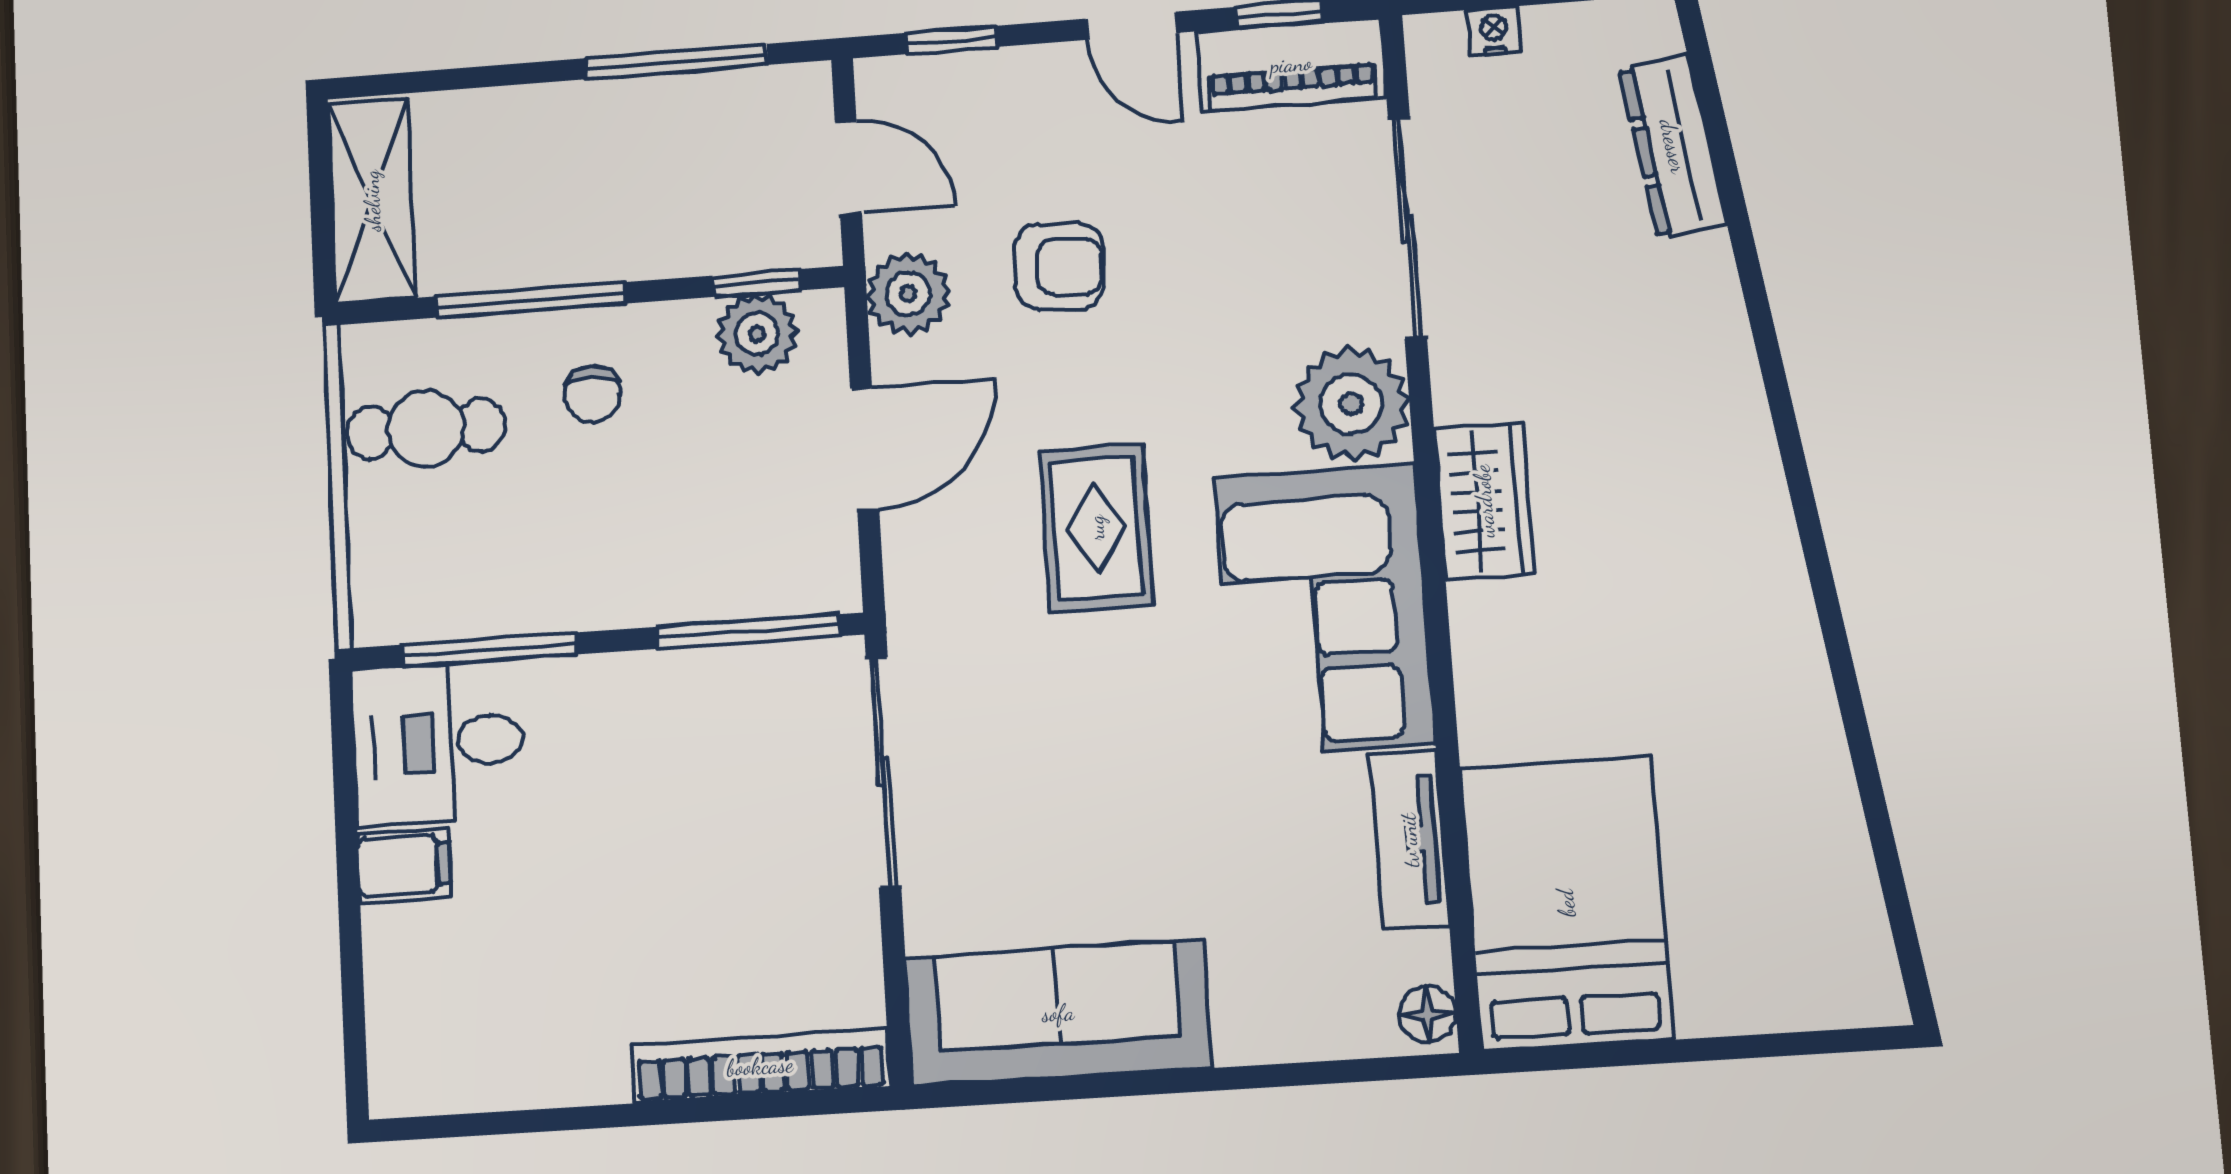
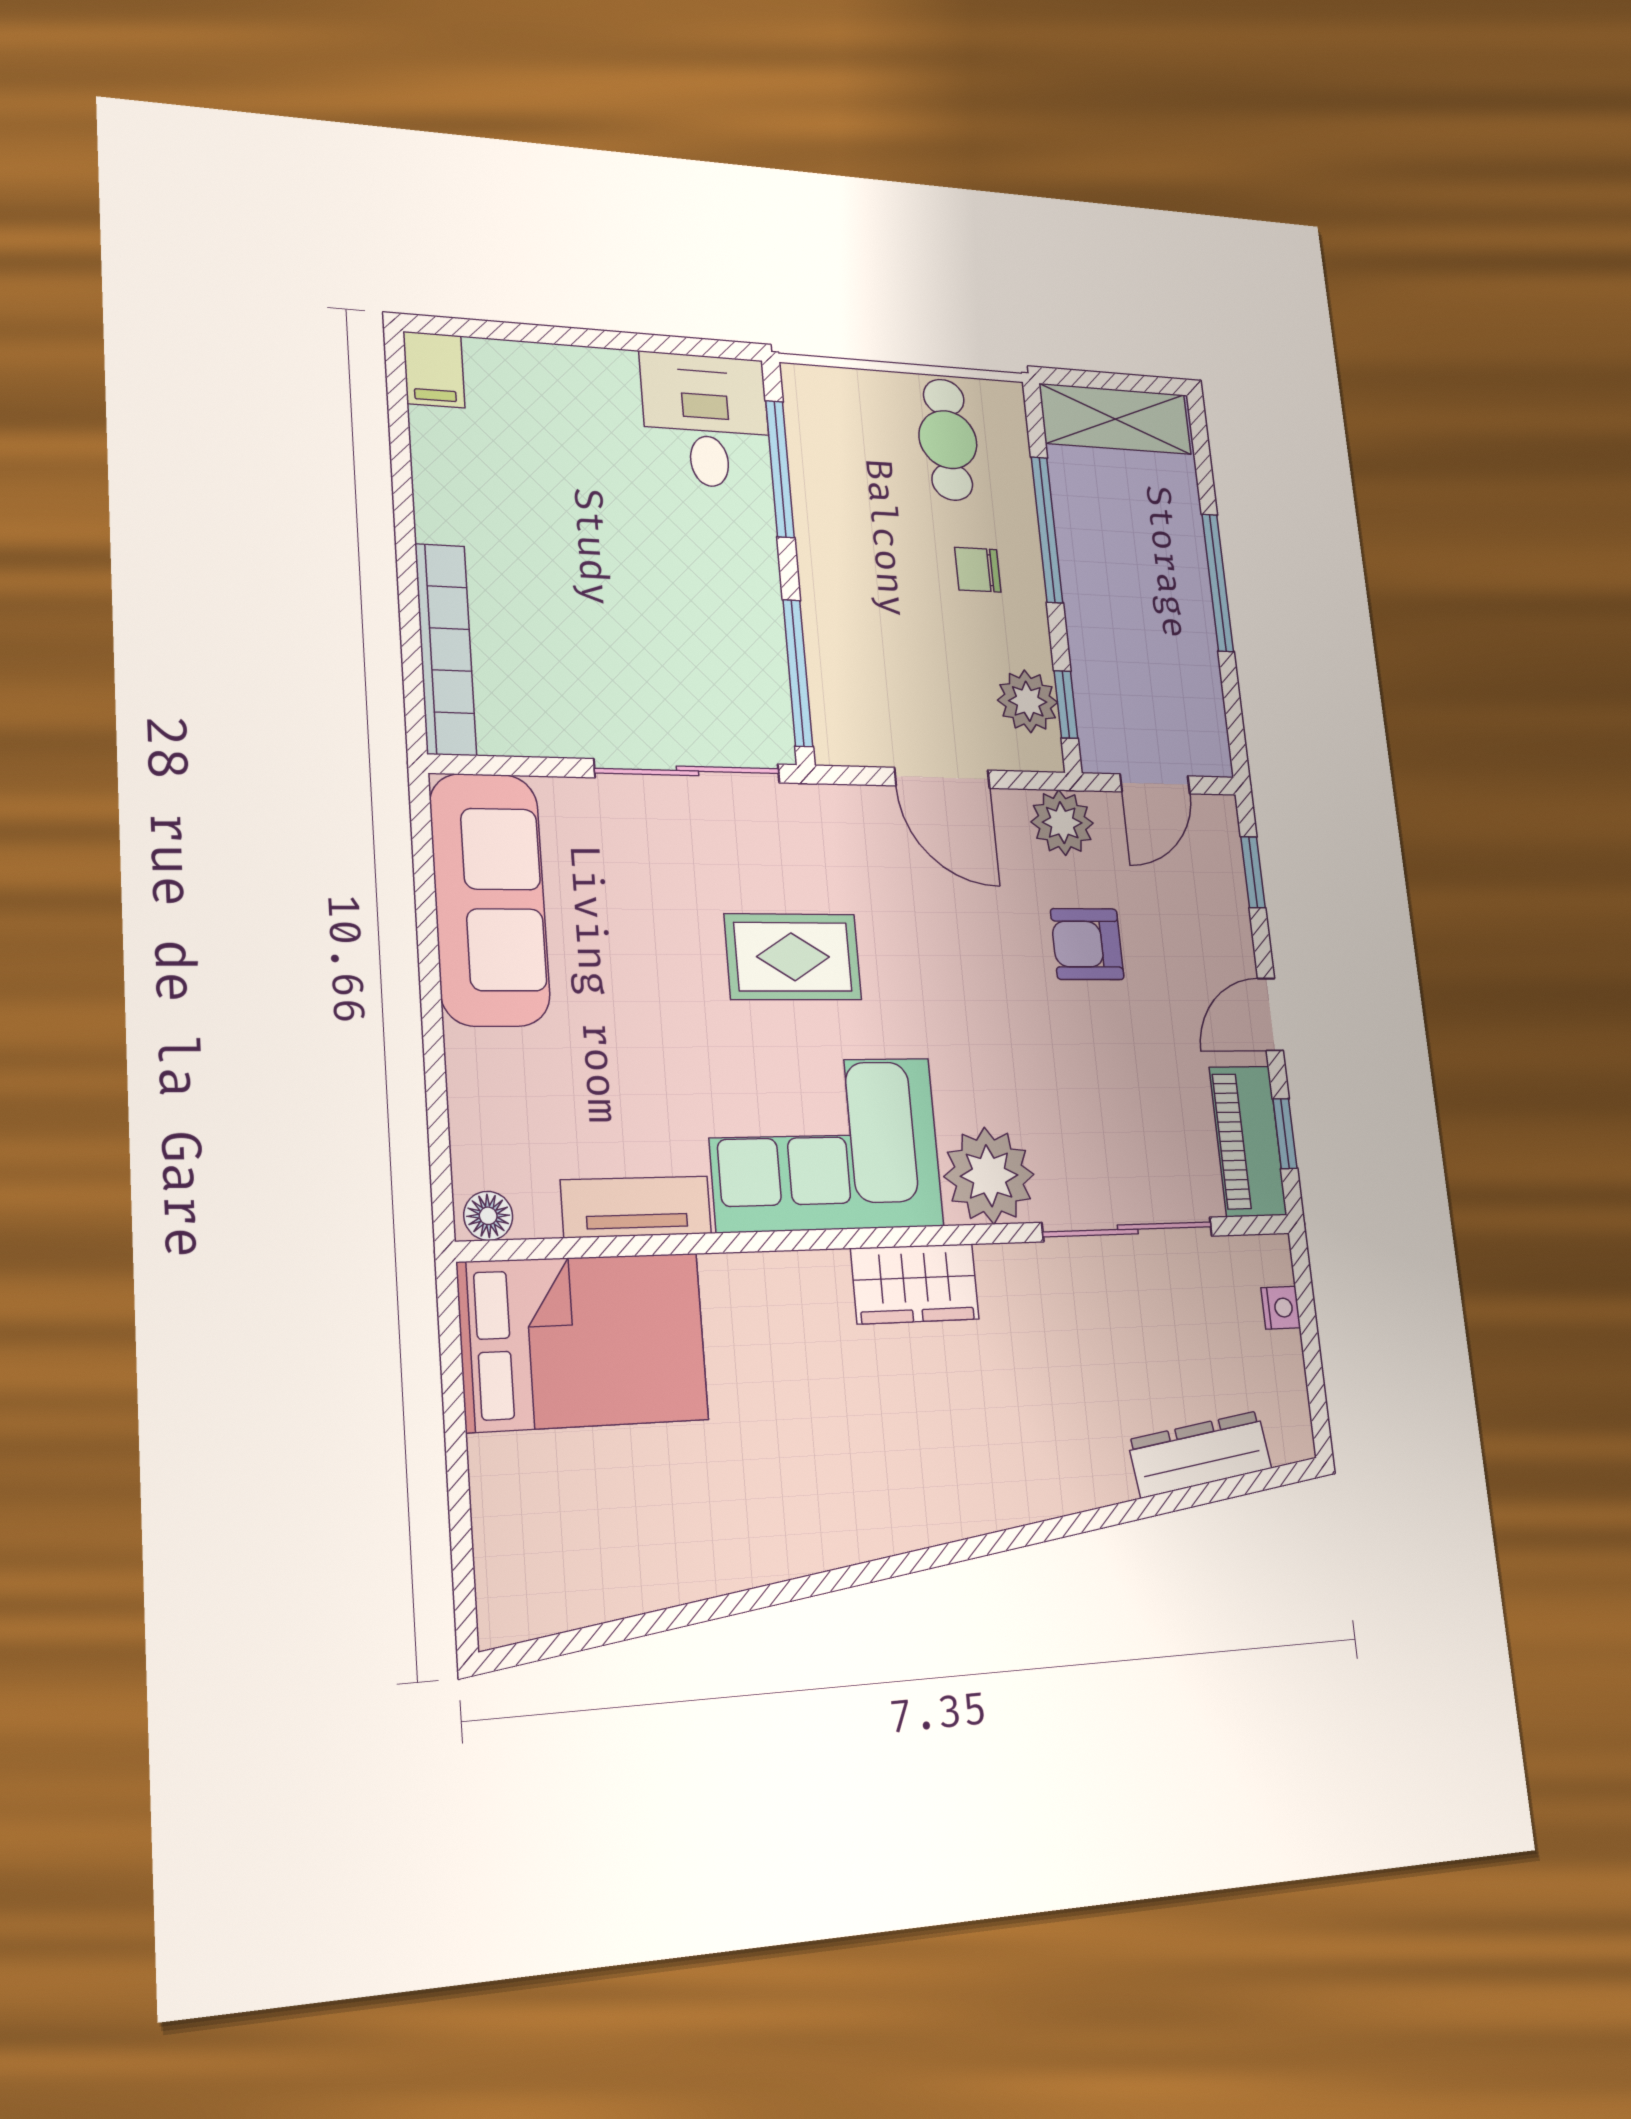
window: (677, 62) -> (1218, 583), moved
armchair: (1059, 267) -> (1087, 944), turned 86
rug: (1096, 528) -> (793, 957), moved
filing cabinet: (404, 865) -> (434, 370), moved

